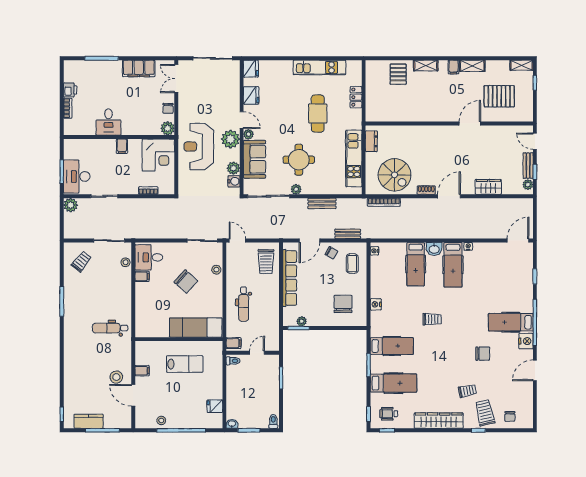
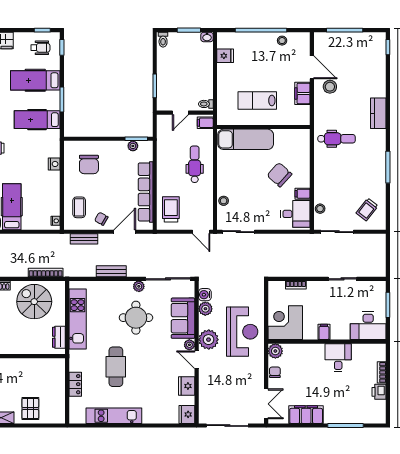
desk: (77, 176) -> (368, 326), moved, turned 90
plant: (71, 205) -> (378, 269), removed
chair: (186, 281) -> (279, 175), moved
filing cabinet: (142, 371) -> (302, 93), width x2.00
kitchen counter: (89, 421) -> (378, 113), moved, turned 90

